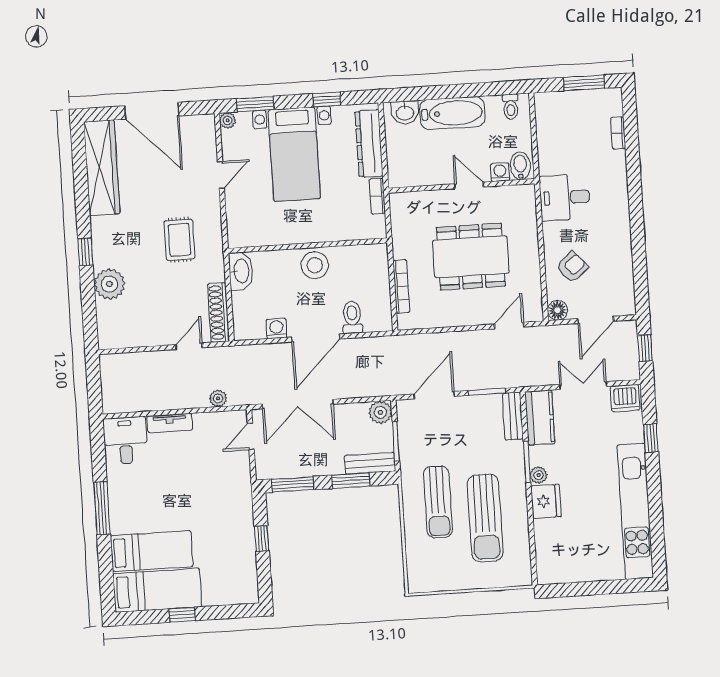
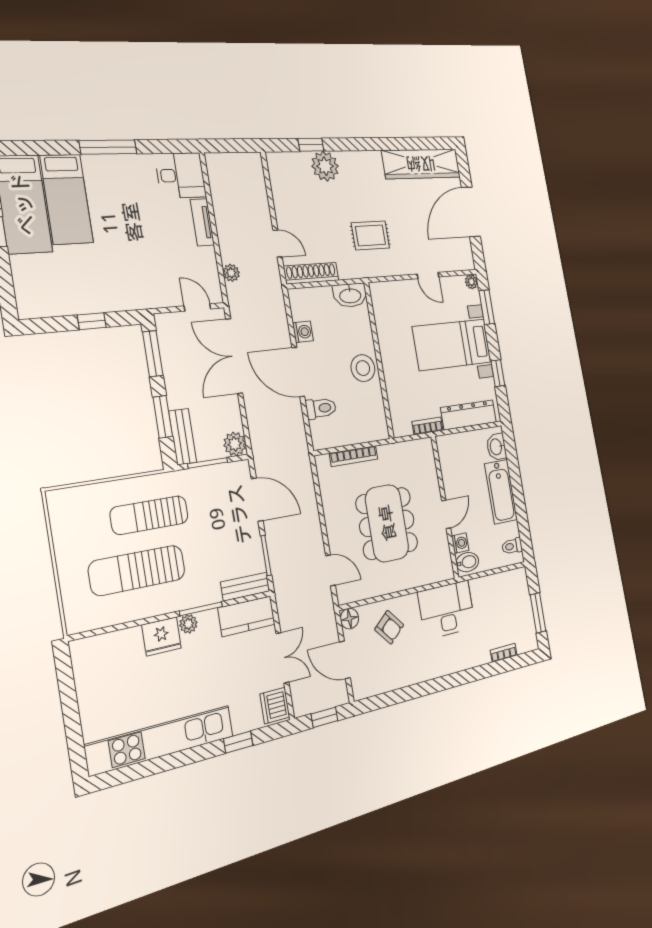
desk: (565, 197) -> (447, 610), width x1.37
window: (85, 252) -> (311, 145), moved

